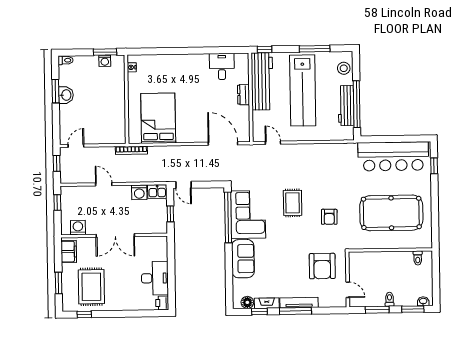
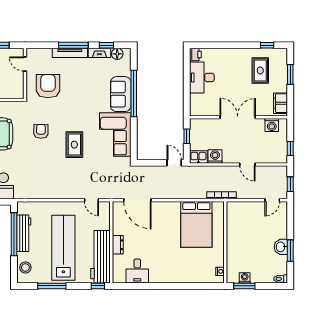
window: (228, 217) -> (134, 94), moved
rug: (91, 287) -> (260, 71), width x0.73, depth x0.70

